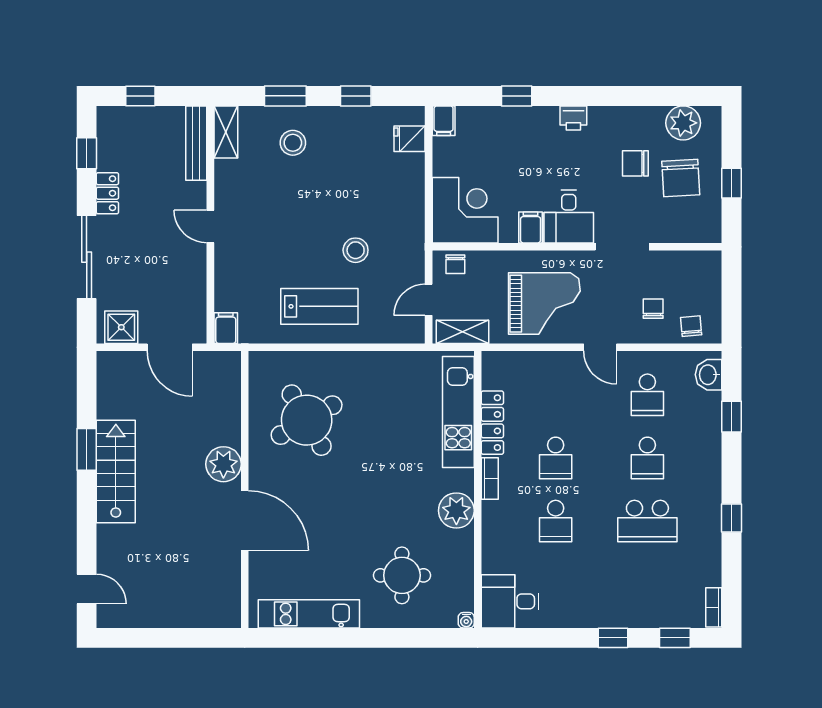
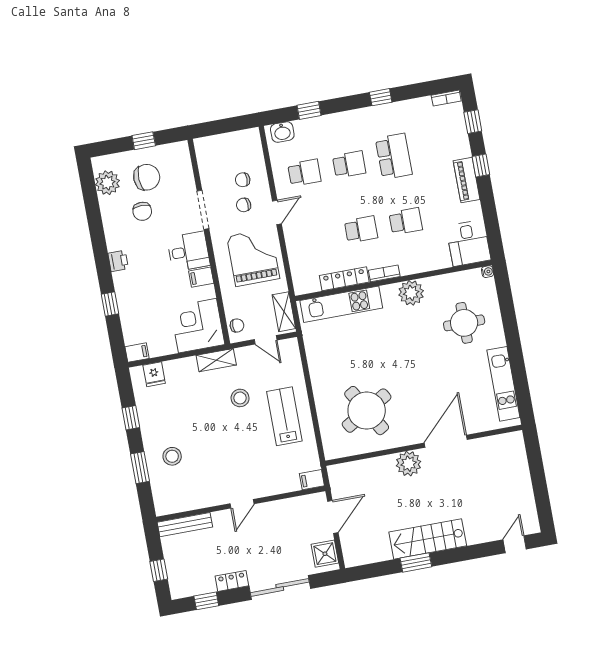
shelving: (226, 132) -> (216, 360), moved
chair: (691, 326) -> (244, 205), moved
piano: (597, 615) -> (467, 180), added

